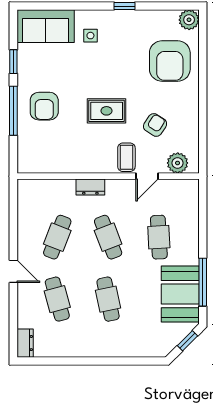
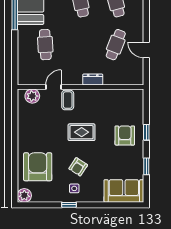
side table: (90, 36) -> (74, 188), moved
window: (13, 111) -> (146, 132), width x0.46
armchair: (155, 125) -> (78, 167), moved
cafe table: (108, 237) -> (80, 45), removed
door: (13, 271) -> (146, 50), moved

